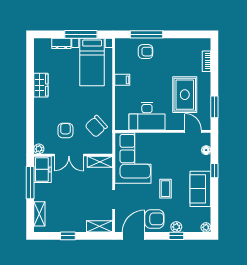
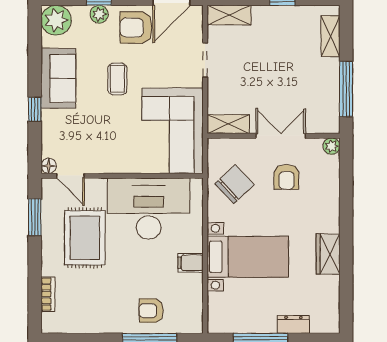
bed with nightstands: (92, 62) -> (248, 257), moved, turned 90
desk: (147, 116) -> (149, 209), width x1.36, depth x1.30
floor lamp: (206, 150) -> (49, 166), moved
freezer: (43, 169) -> (325, 111), removed
plant: (206, 227) -> (56, 20), width x1.87, depth x1.87

